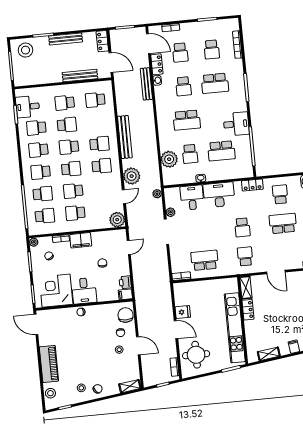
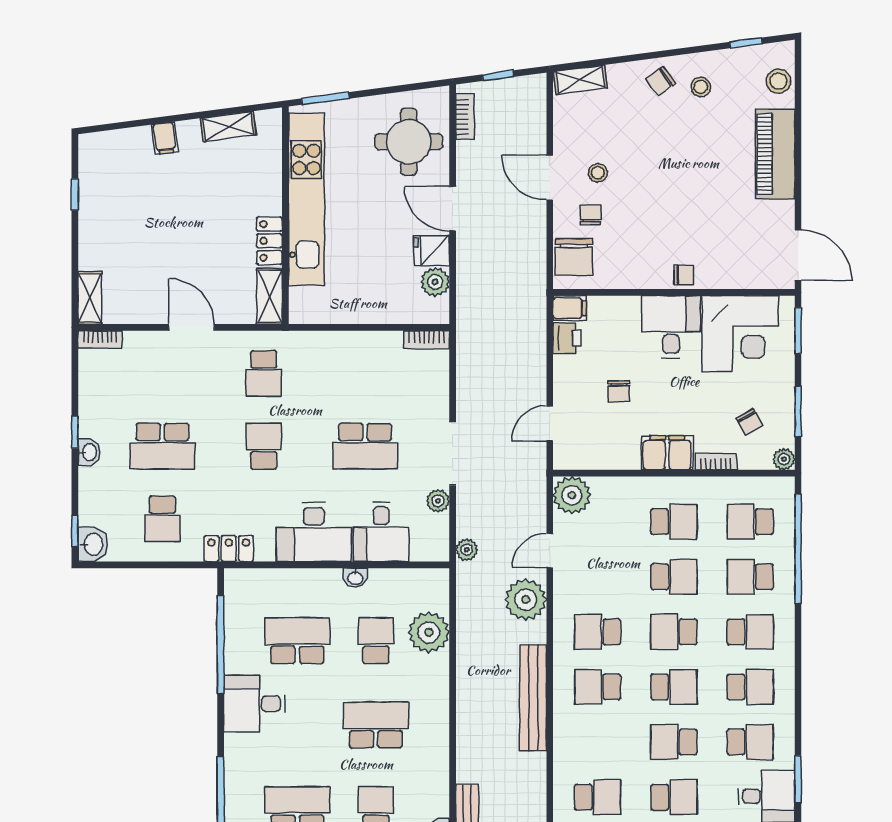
school desk: (205, 260) -> (365, 446), moved
plant: (180, 300) -> (435, 282), added

